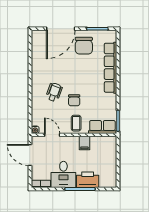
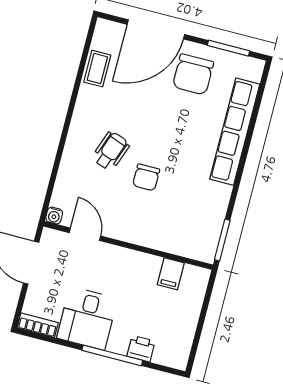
coffee table: (76, 123) -> (97, 69), moved
row of seats: (102, 127) -> (188, 244), removed
filing cabinet: (84, 143) -> (171, 274), moved
printer: (88, 180) -> (141, 349), width x0.53, depth x0.68

